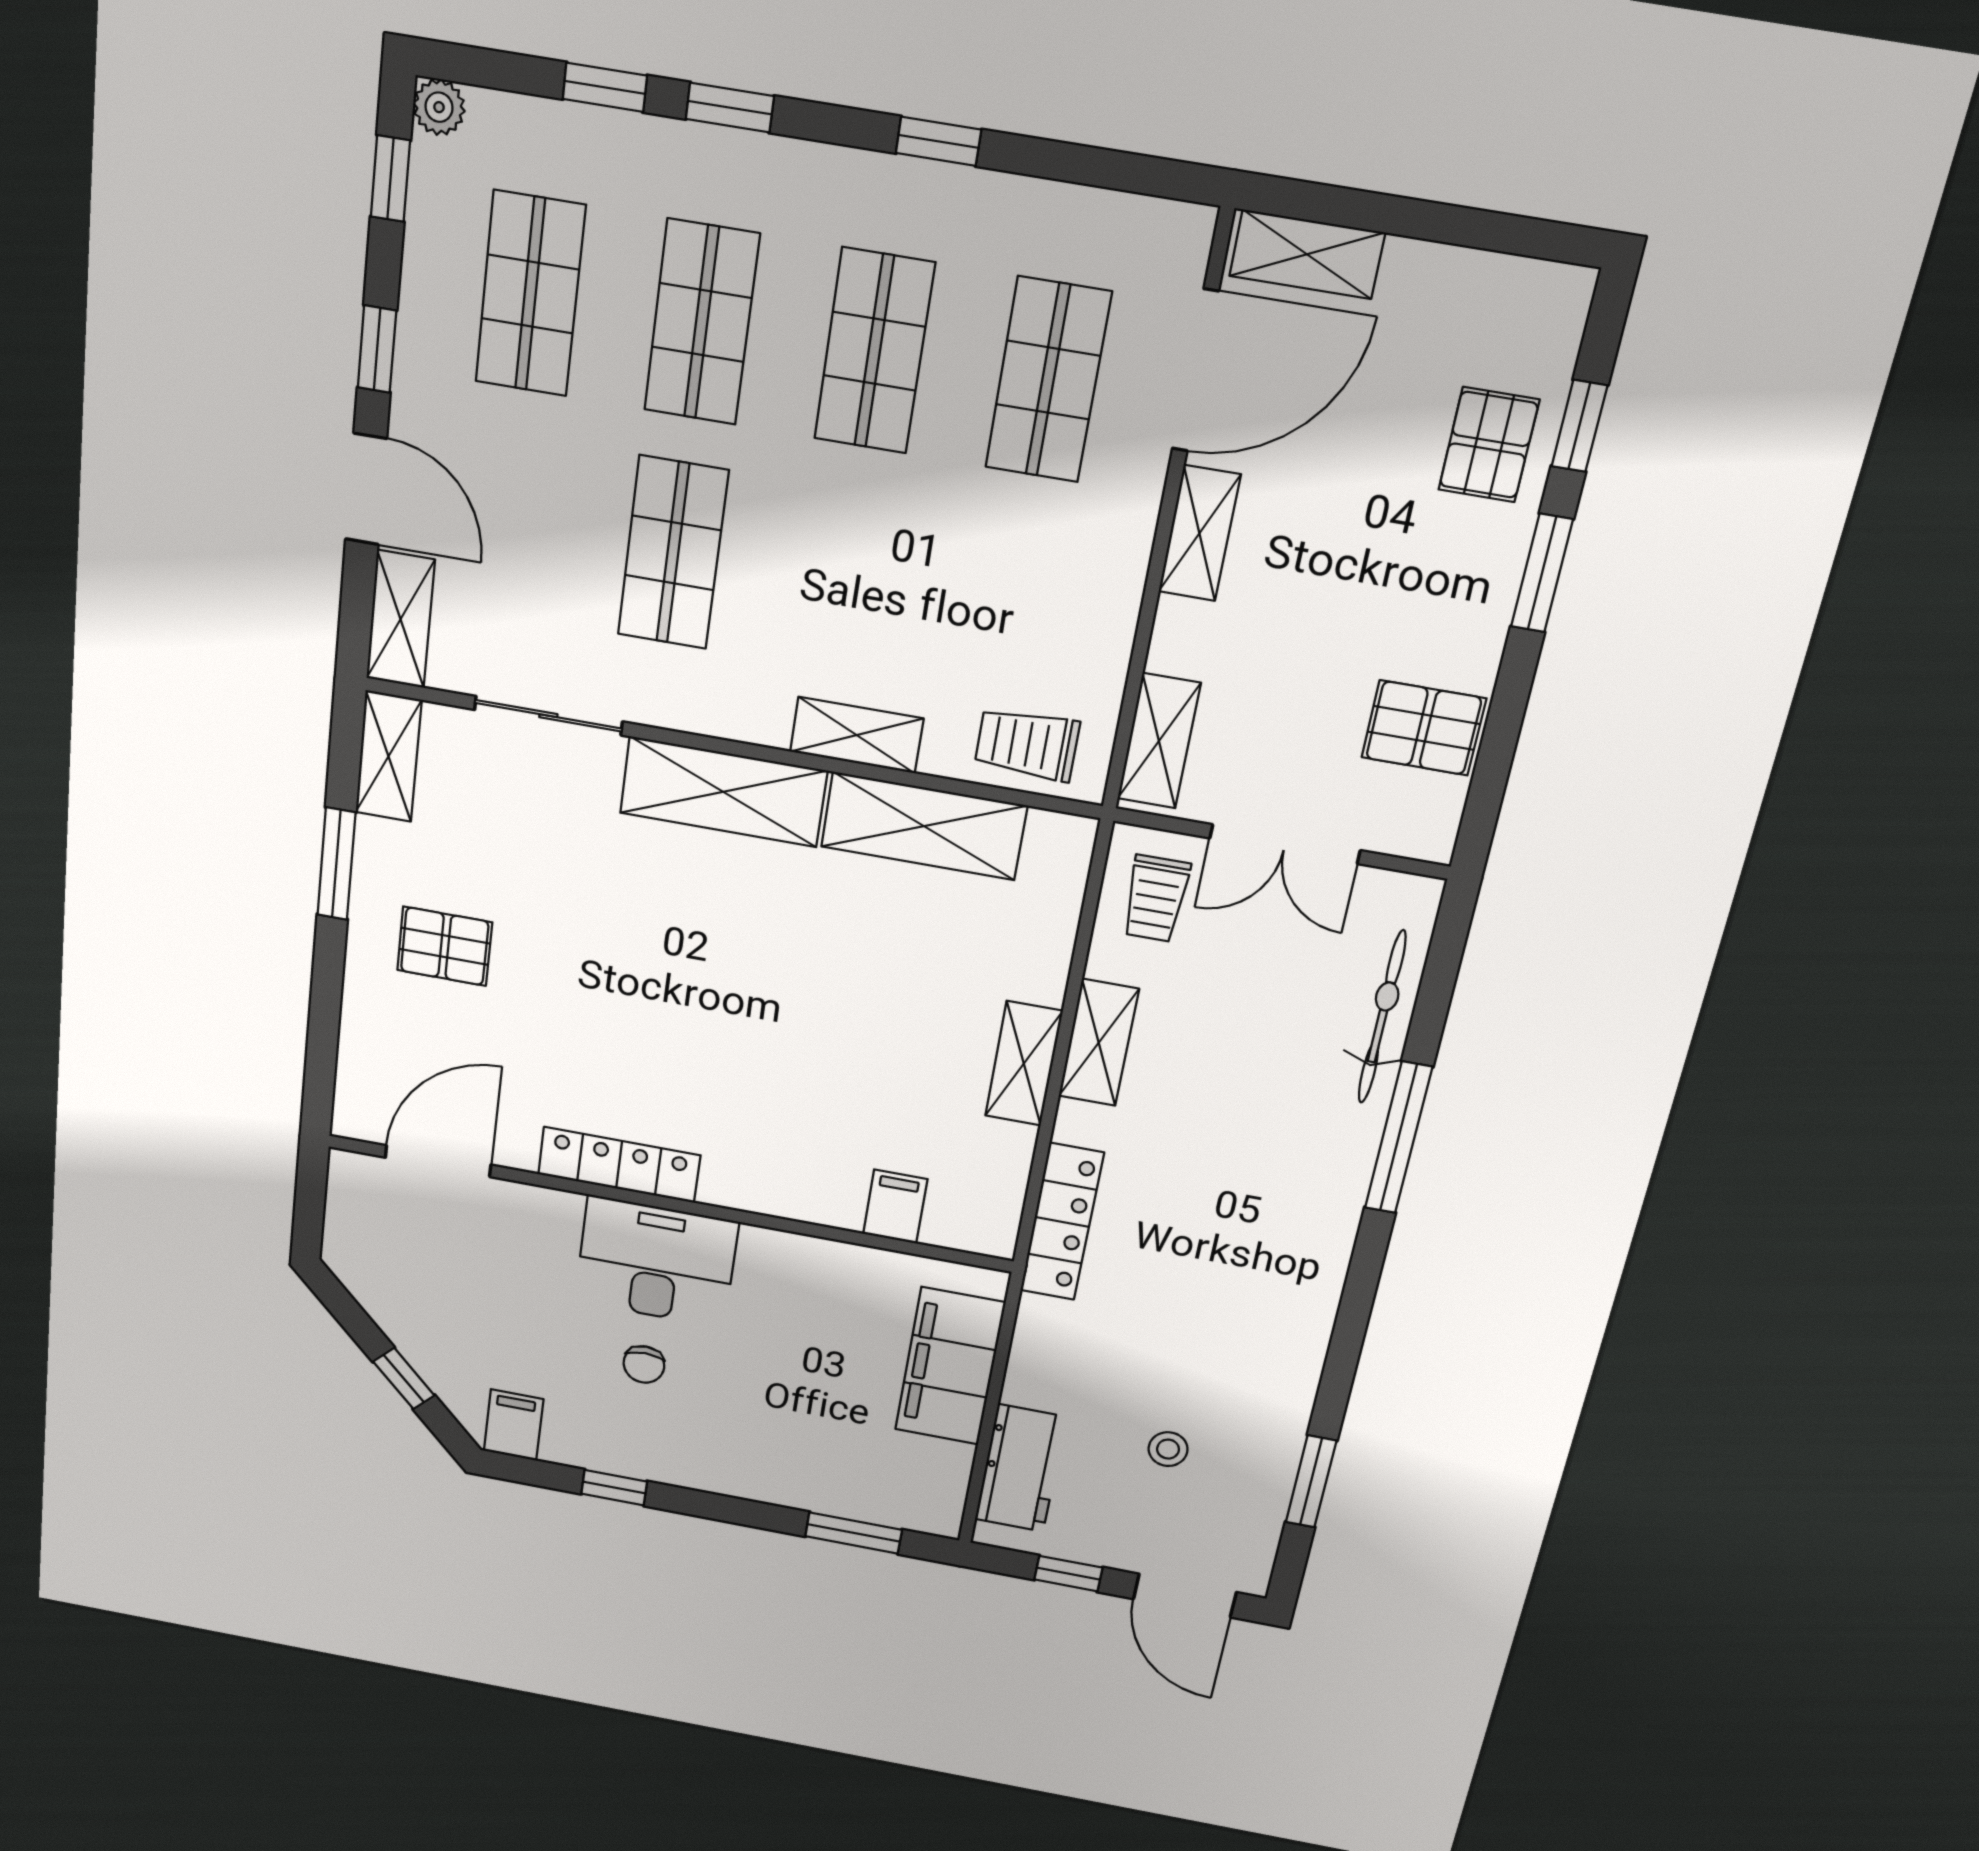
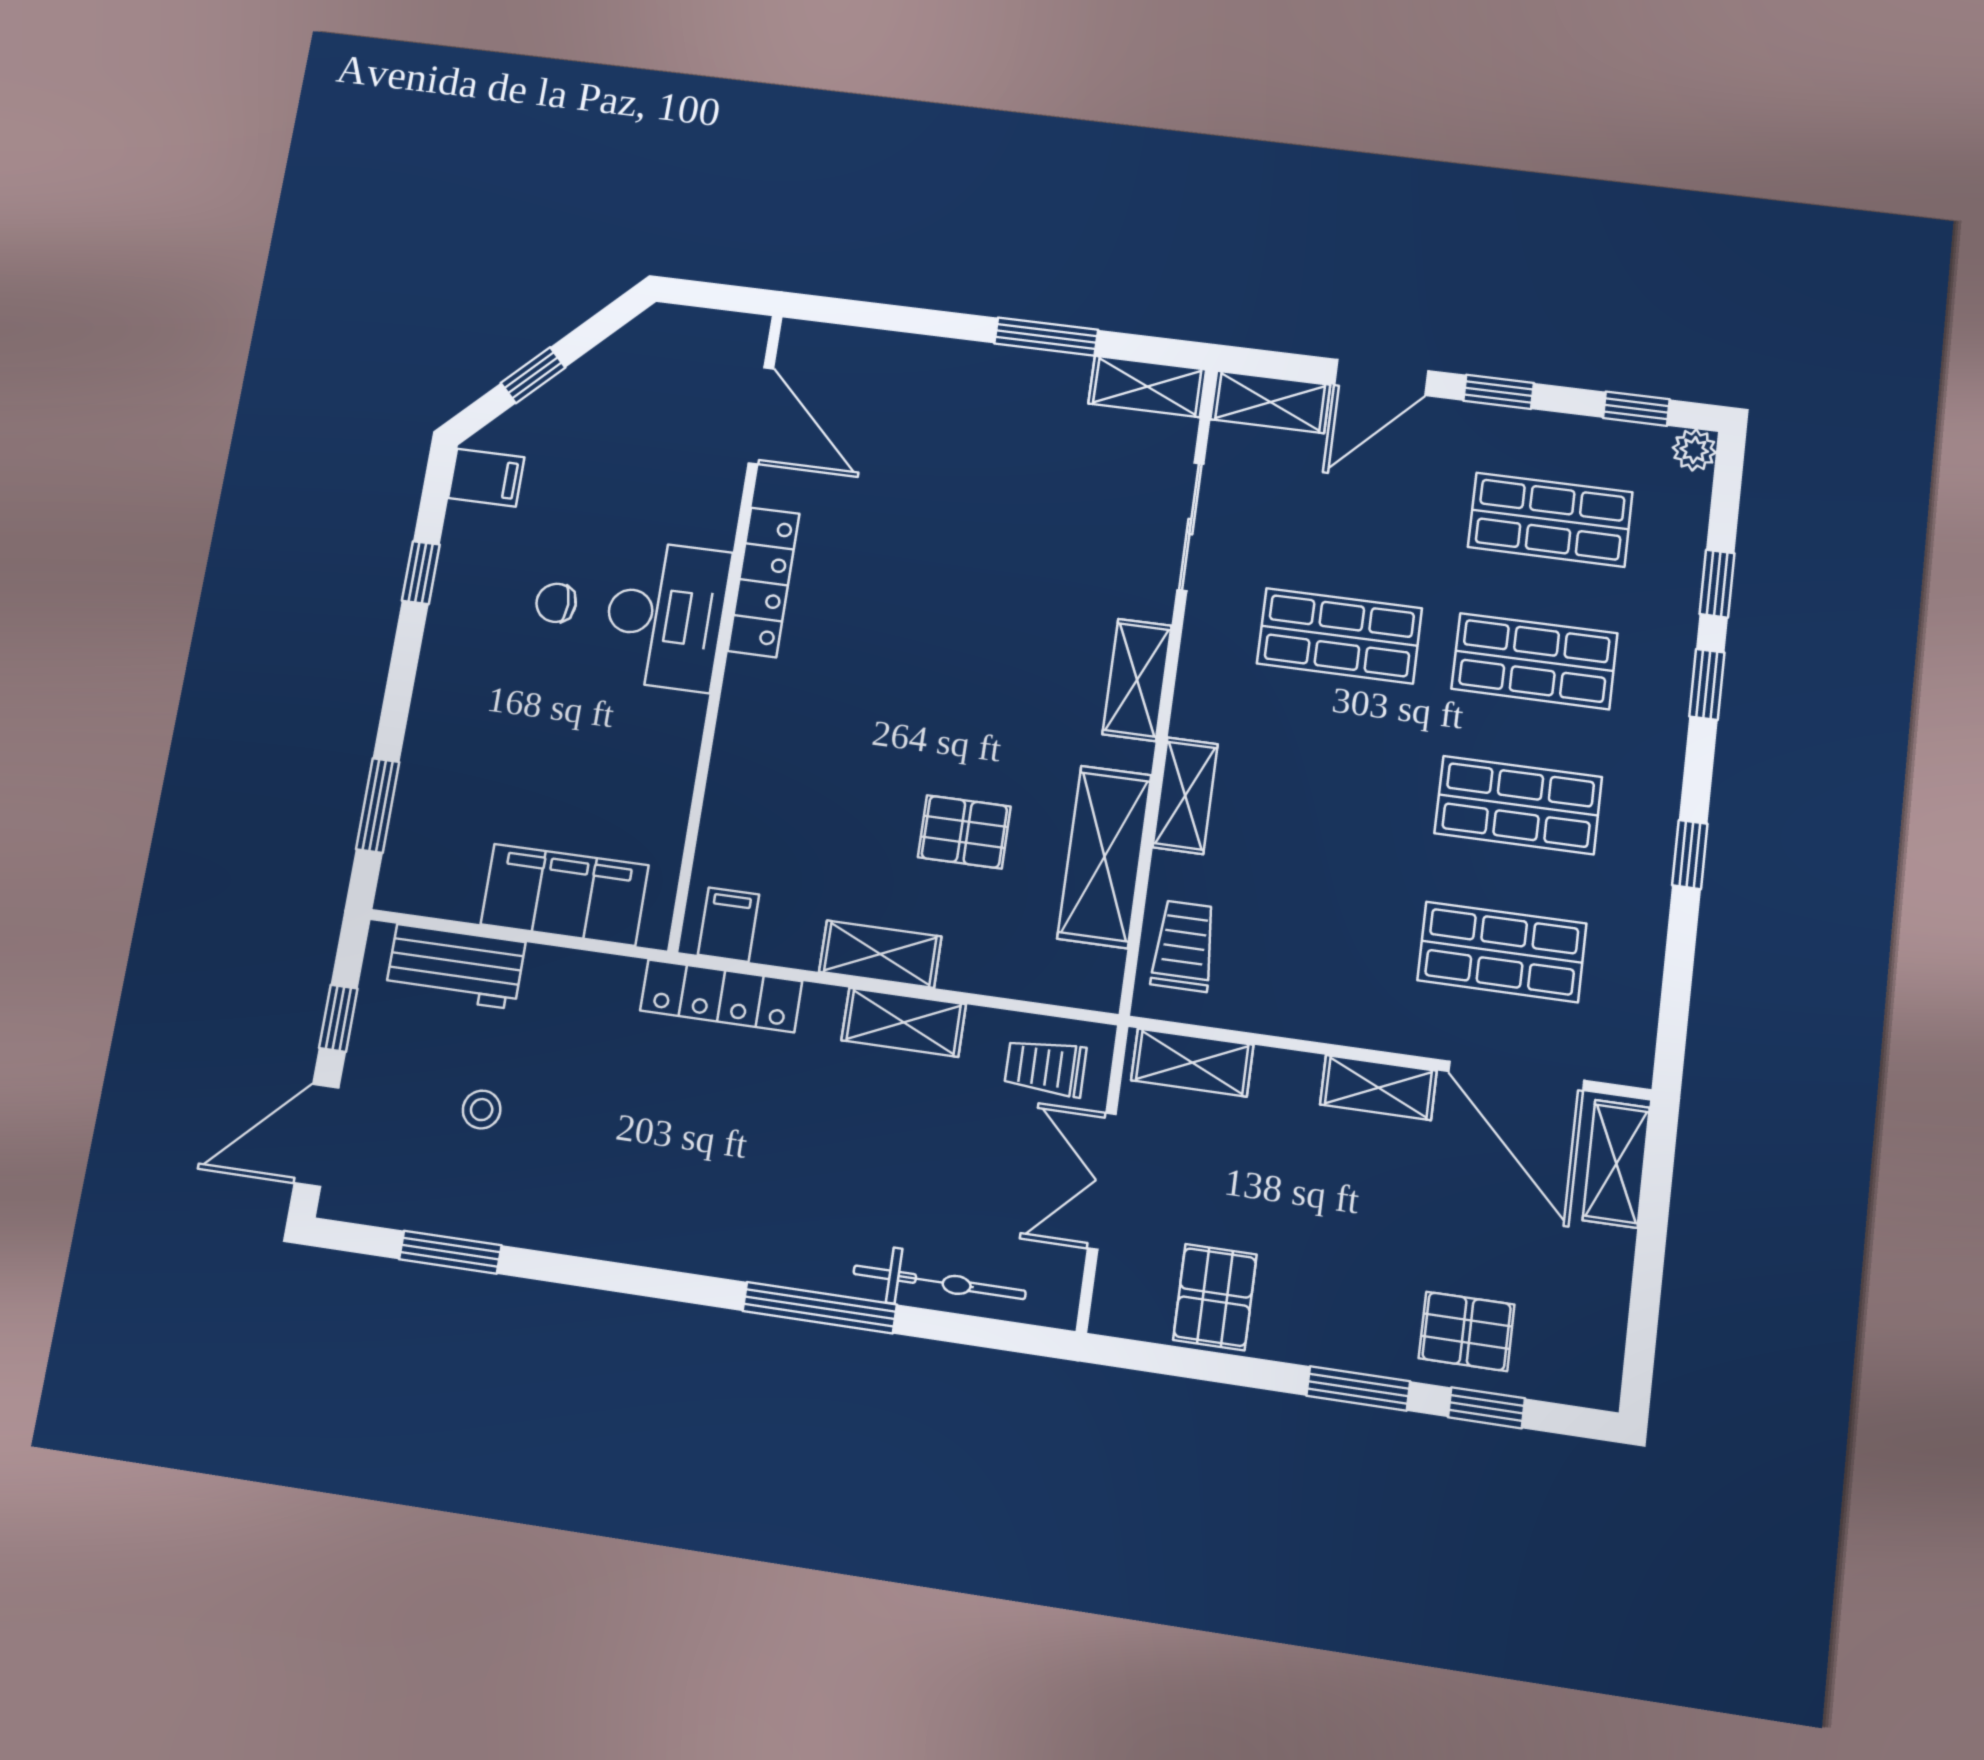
shelving: (723, 792) -> (1137, 680), width x0.67, depth x0.75
pallet: (445, 946) -> (964, 832), moved, turned 90
filing cabinet: (895, 1207) -> (729, 925), moved, turned -90

